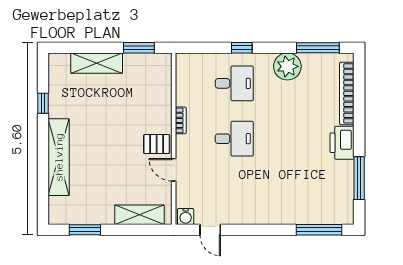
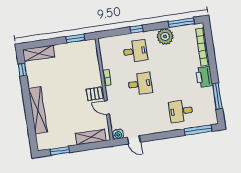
shelving: (97, 63) -> (39, 53), moved
window: (43, 103) -> (22, 70), moved
desk: (295, 194) -> (181, 111), added

